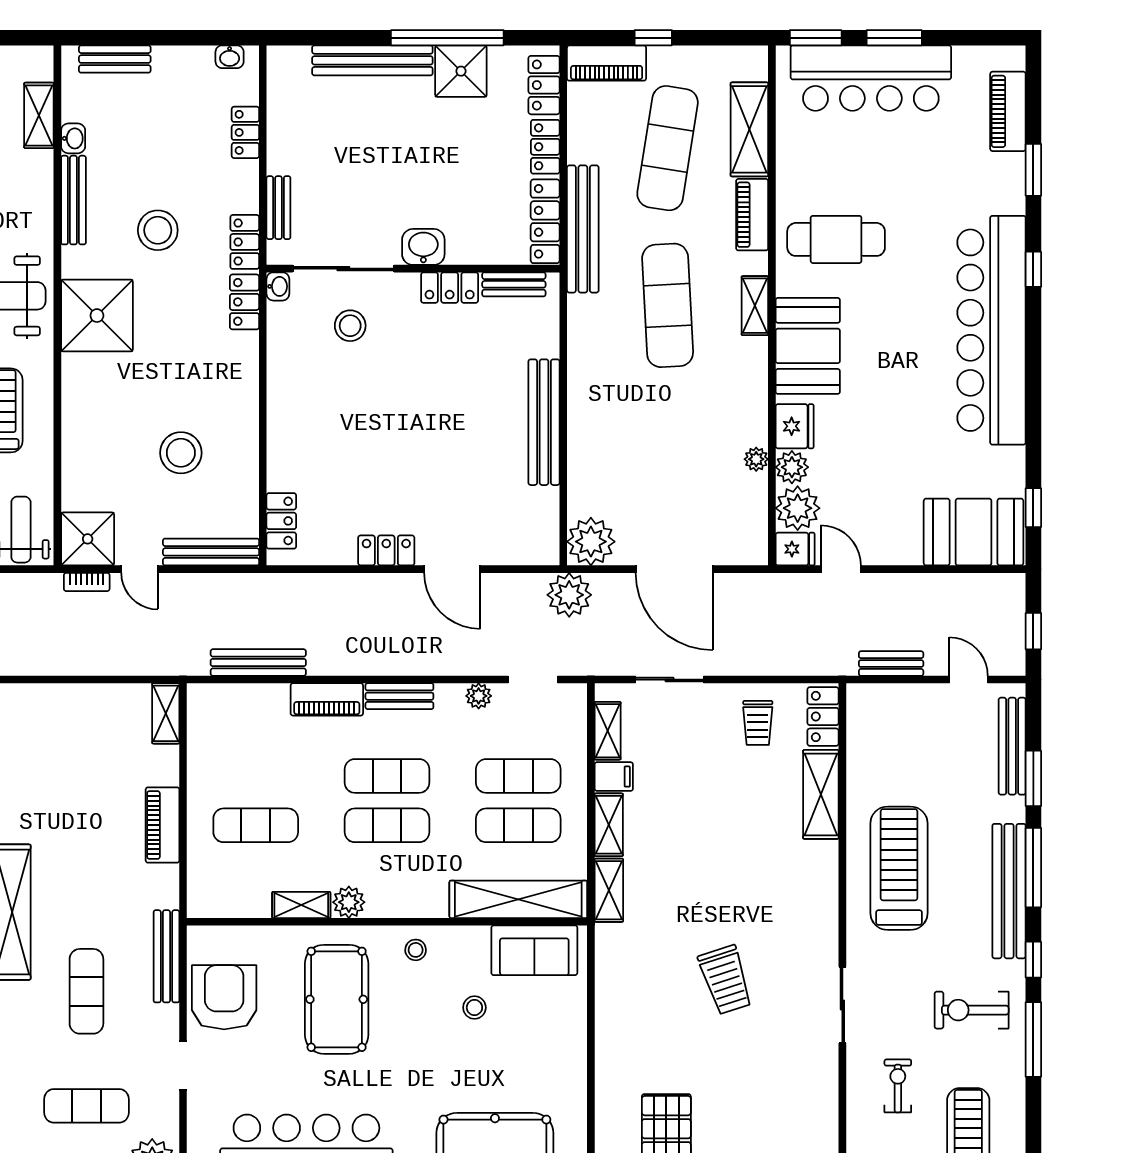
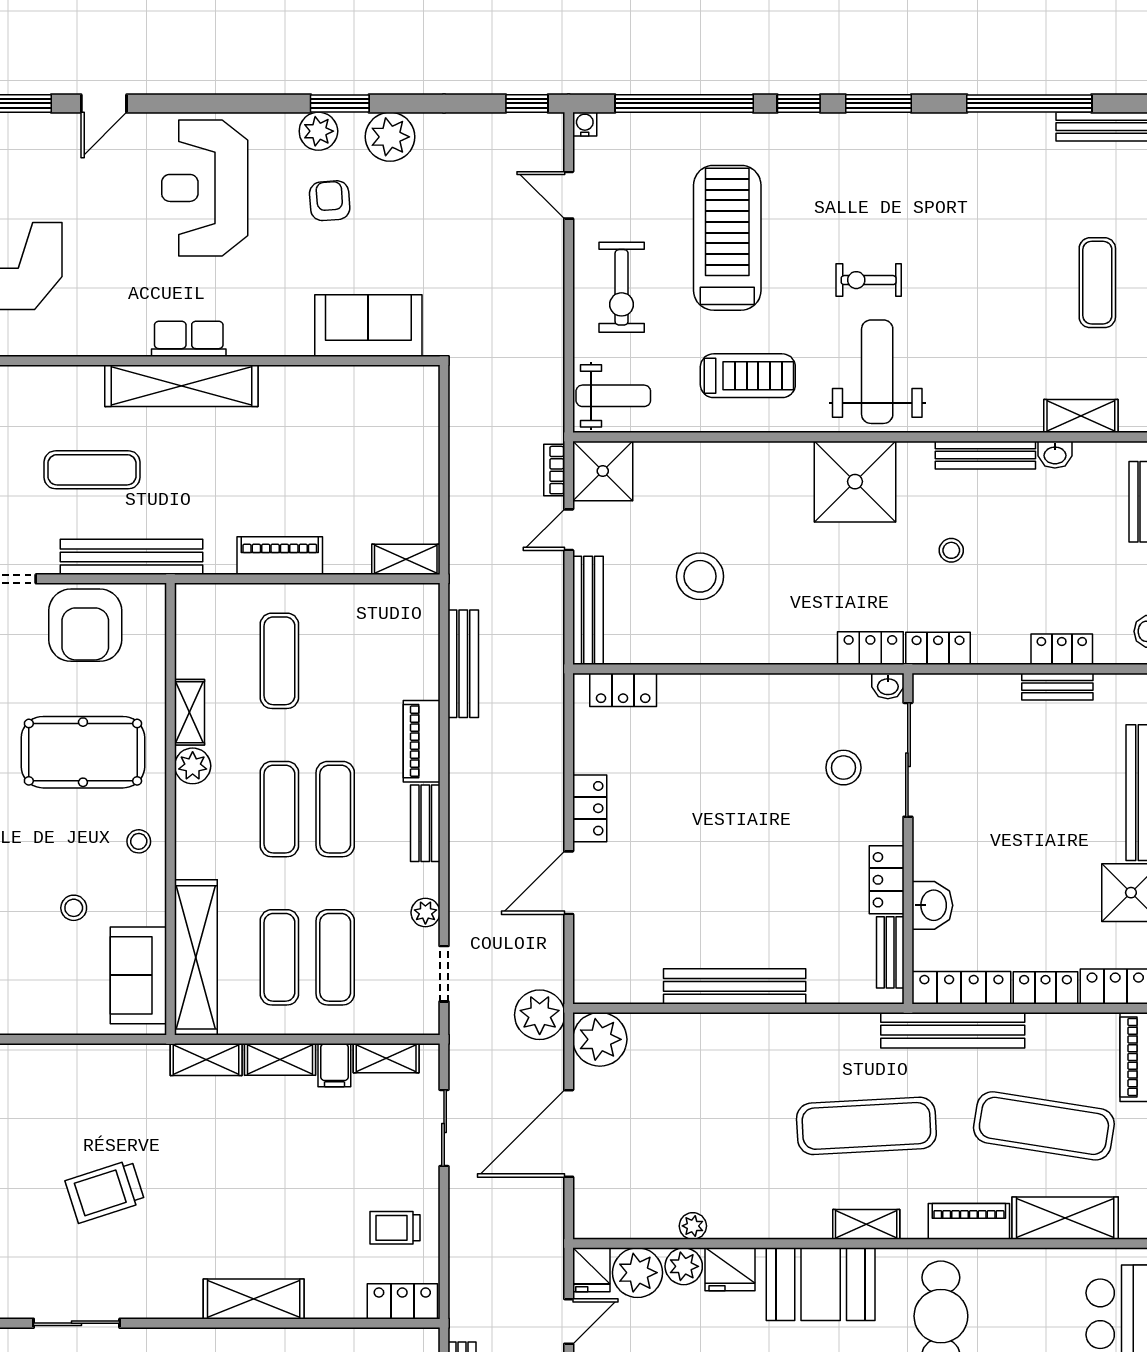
bench: (278, 208) -> (1057, 687), moved
stool: (158, 230) -> (951, 550), width x0.53, depth x0.53
washbasin: (423, 247) -> (932, 905), moved
shelving: (821, 794) -> (254, 1299), moved
bench: (166, 956) -> (131, 557), width x1.37, depth x1.21
armchair: (224, 997) -> (85, 625), turned 90

